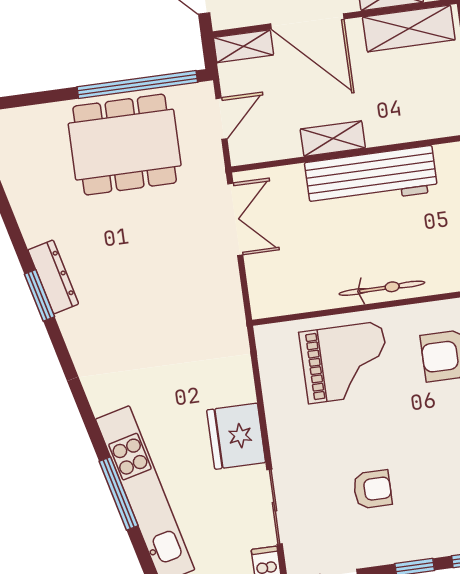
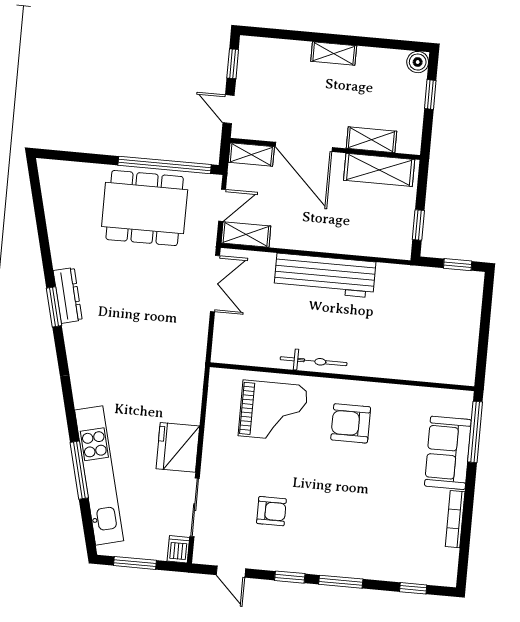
shelving: (333, 139) -> (246, 235), moved

